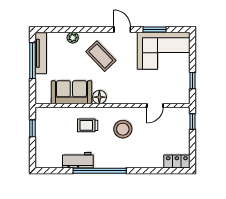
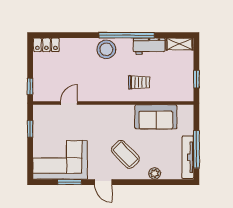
floor lamp: (99, 97) -> (127, 112), removed
stool: (123, 129) -> (106, 49), moved
shelving: (49, 162) -> (180, 44), added

